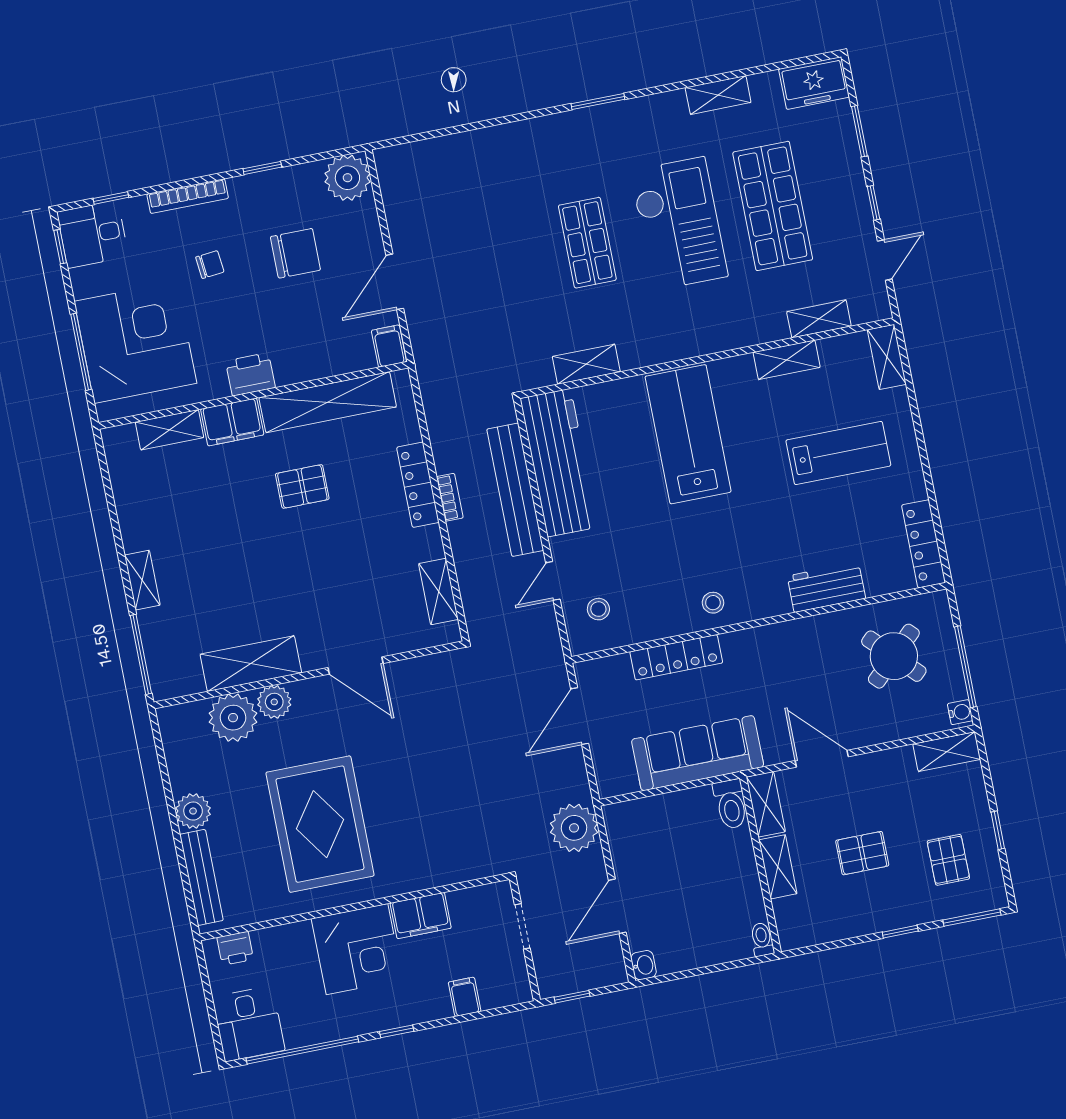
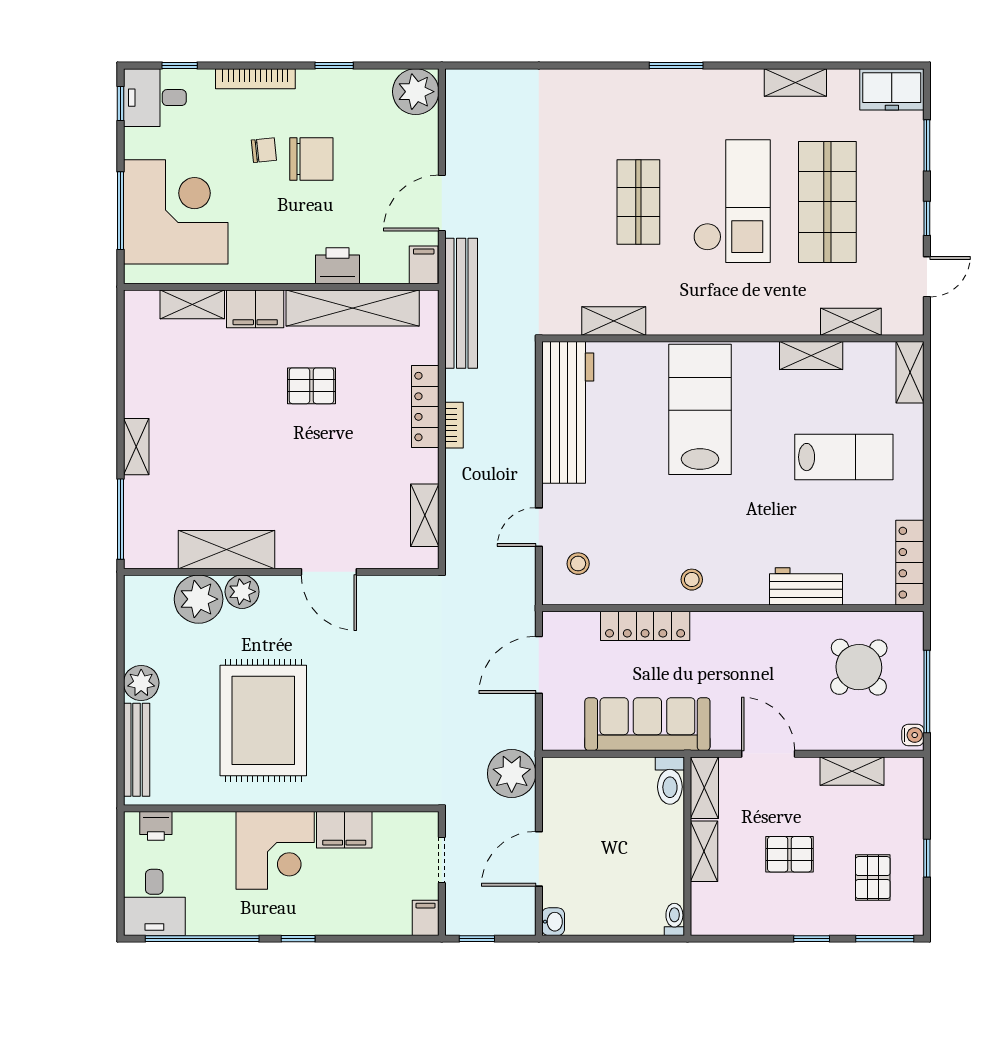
chair: (295, 253) -> (311, 159), moved
printer: (250, 374) -> (337, 266), moved
bench: (515, 490) -> (461, 303), moved
shelving: (947, 752) -> (852, 771), moved
filing cabinet: (465, 997) -> (426, 918), moved

